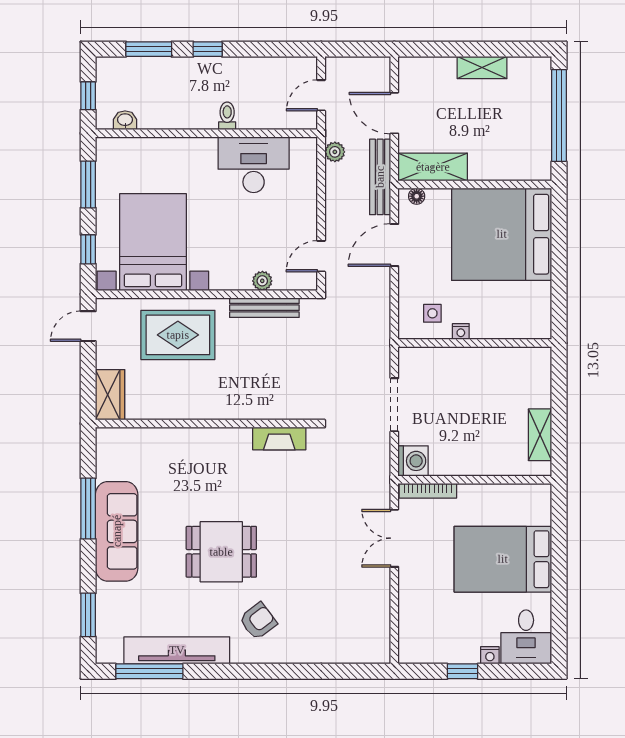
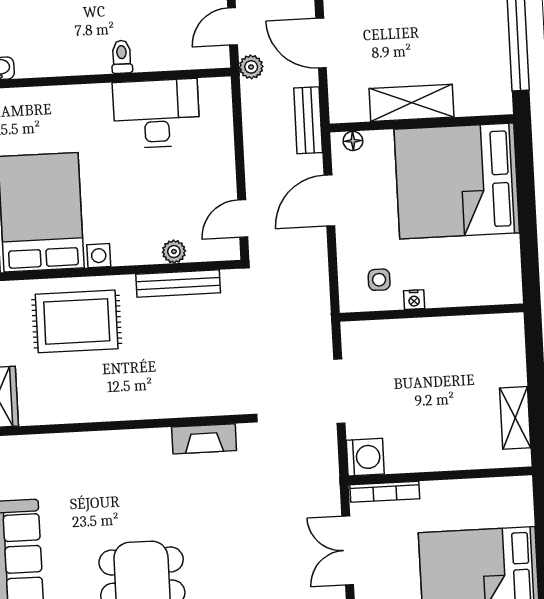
plant: (335, 152) -> (251, 67), moved
shelving: (433, 167) -> (411, 103), moved
bench: (380, 177) -> (308, 120), width x0.73

